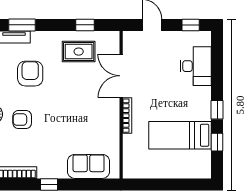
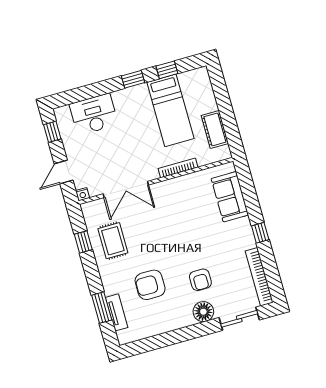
nightstand: (128, 36) -> (83, 194), added
bookcase: (127, 116) -> (178, 168), moved
cot: (152, 170) -> (215, 129), added

